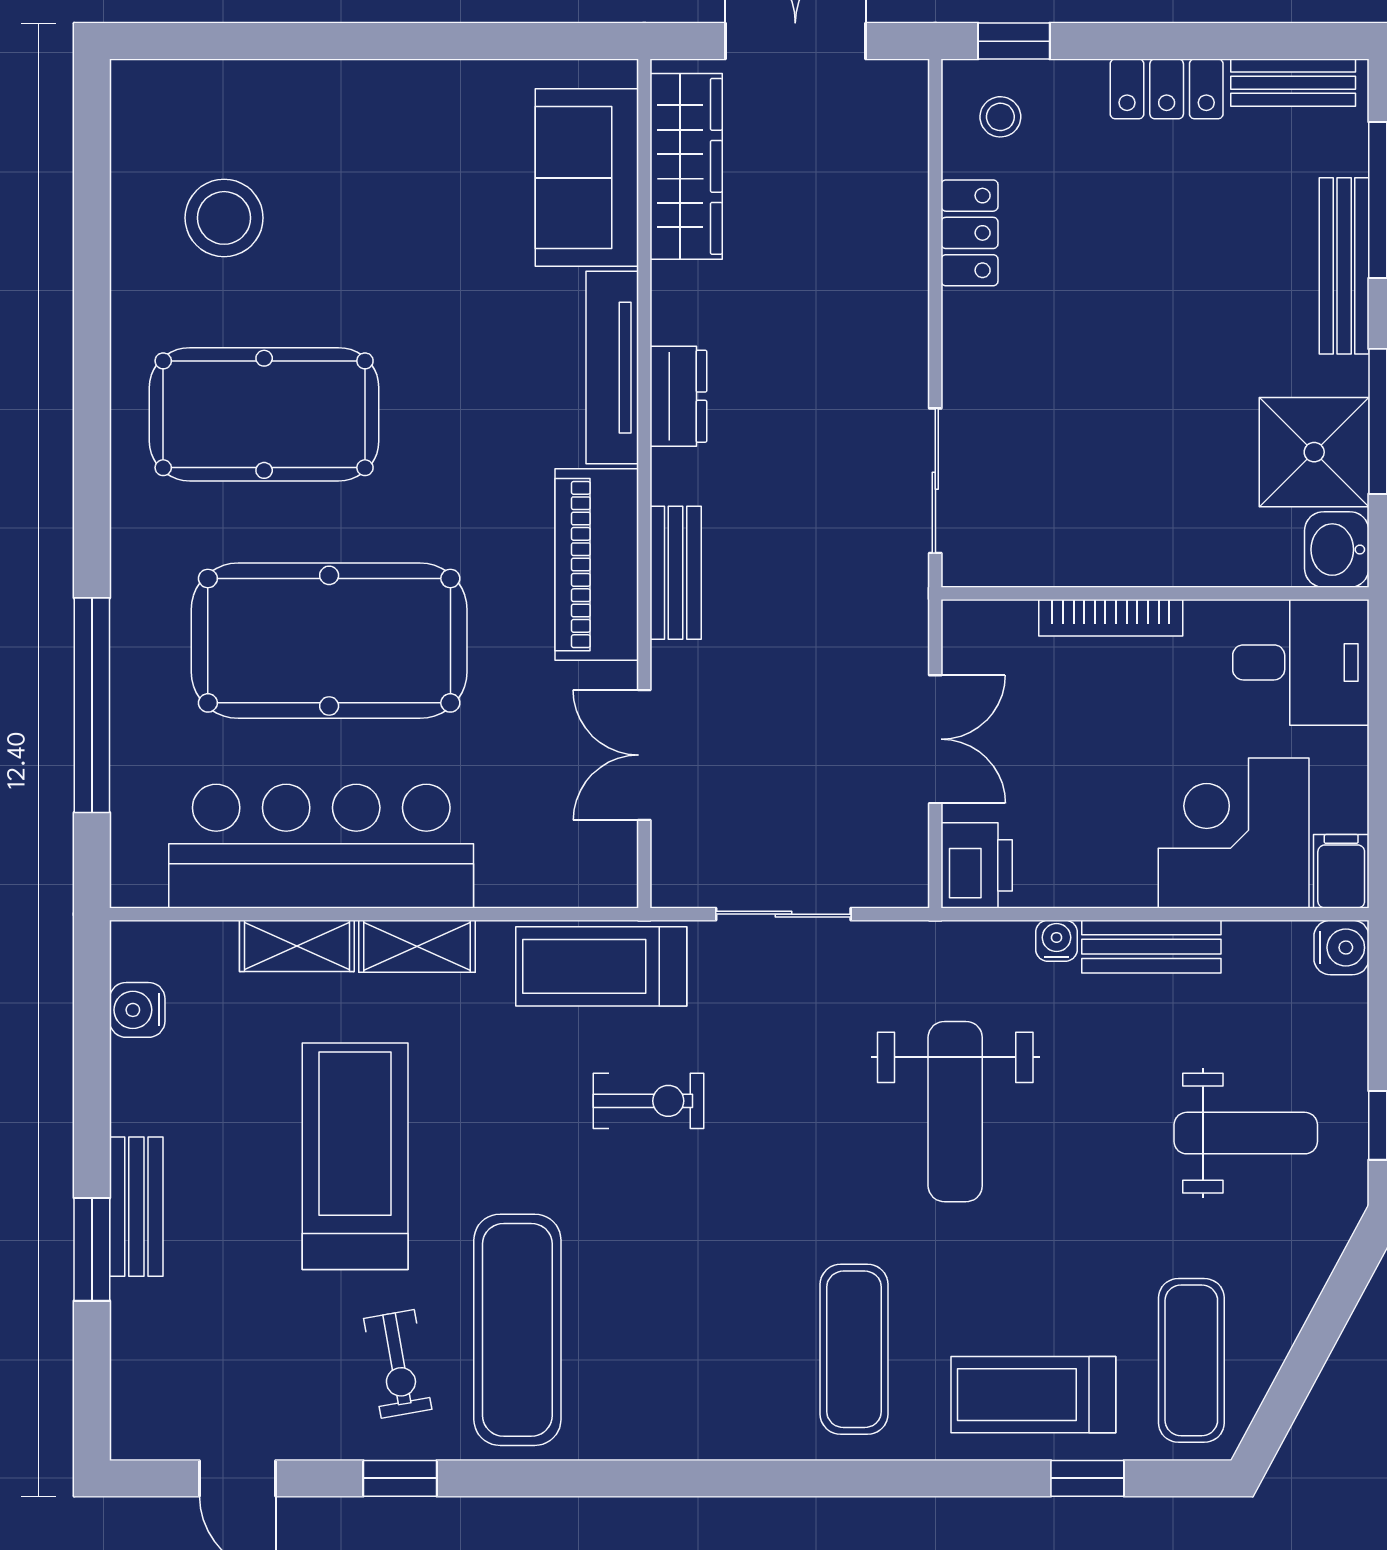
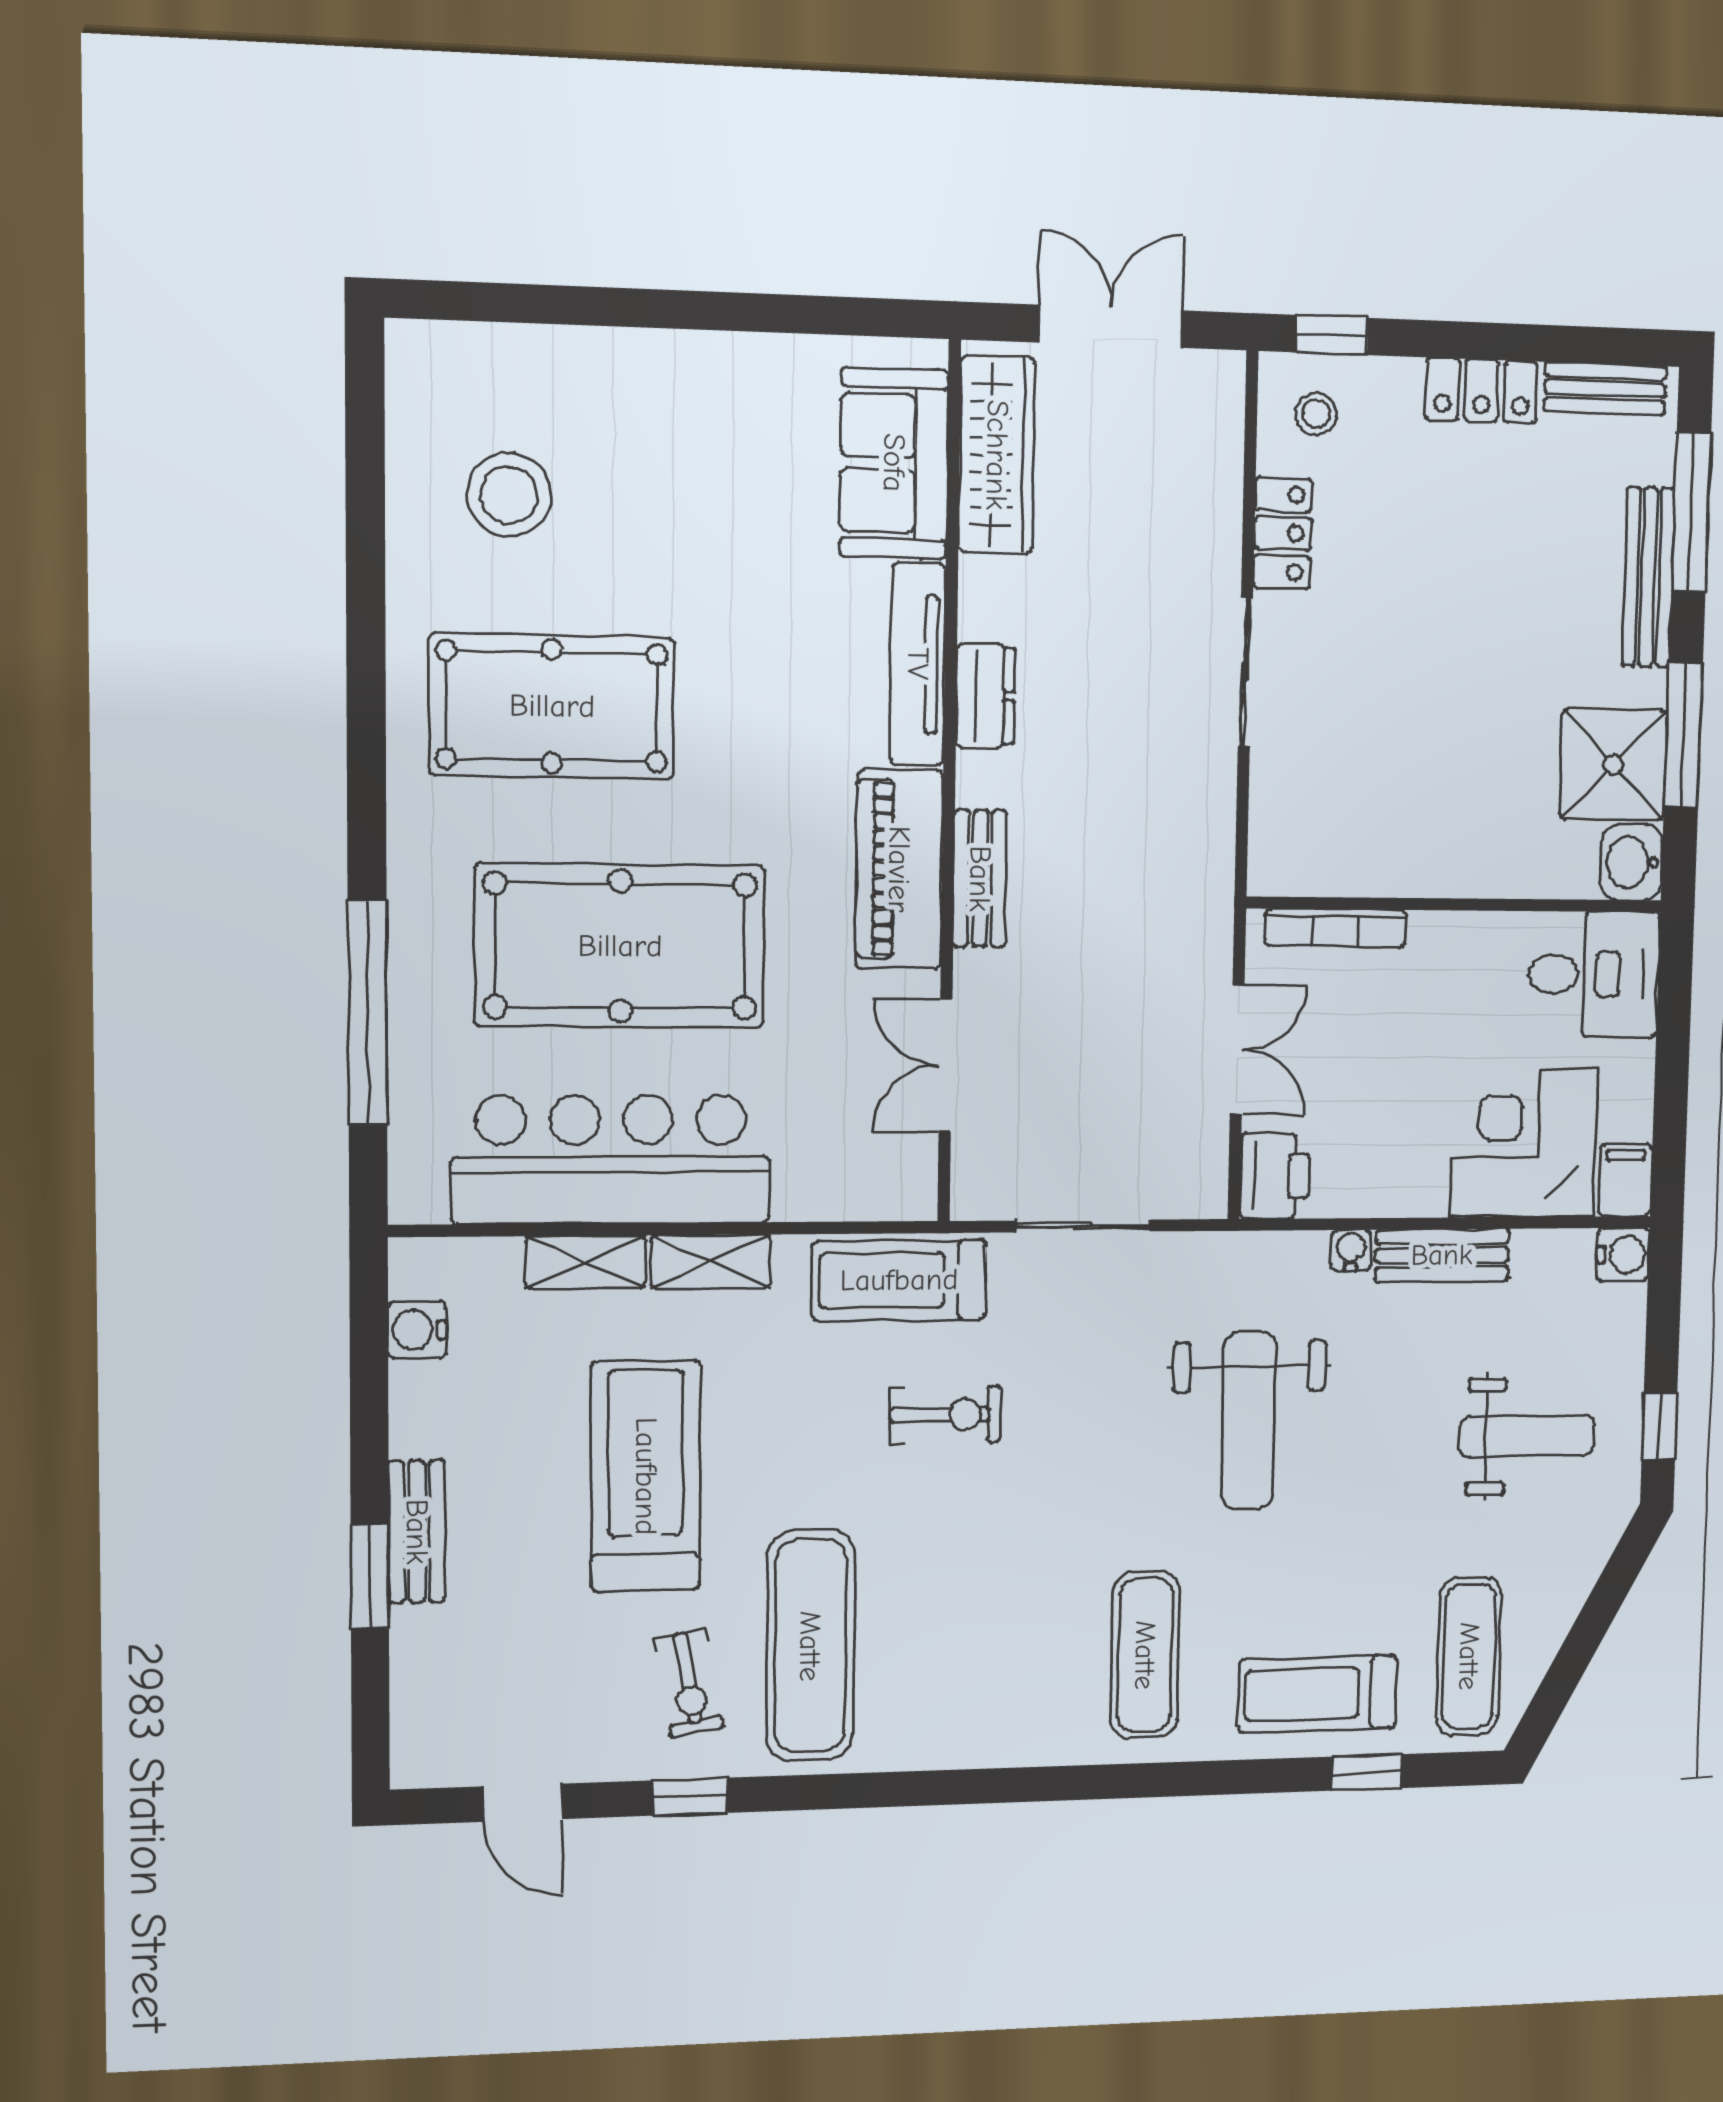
sliding door: (935, 481) -> (1245, 672), moved
bookcase: (1111, 618) -> (1336, 928), moved

